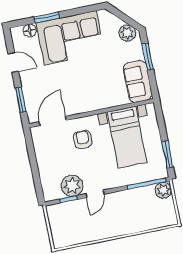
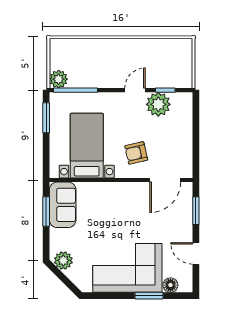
window: (148, 57) -> (46, 212), moved
armchair: (83, 140) -> (136, 153), turned 77

